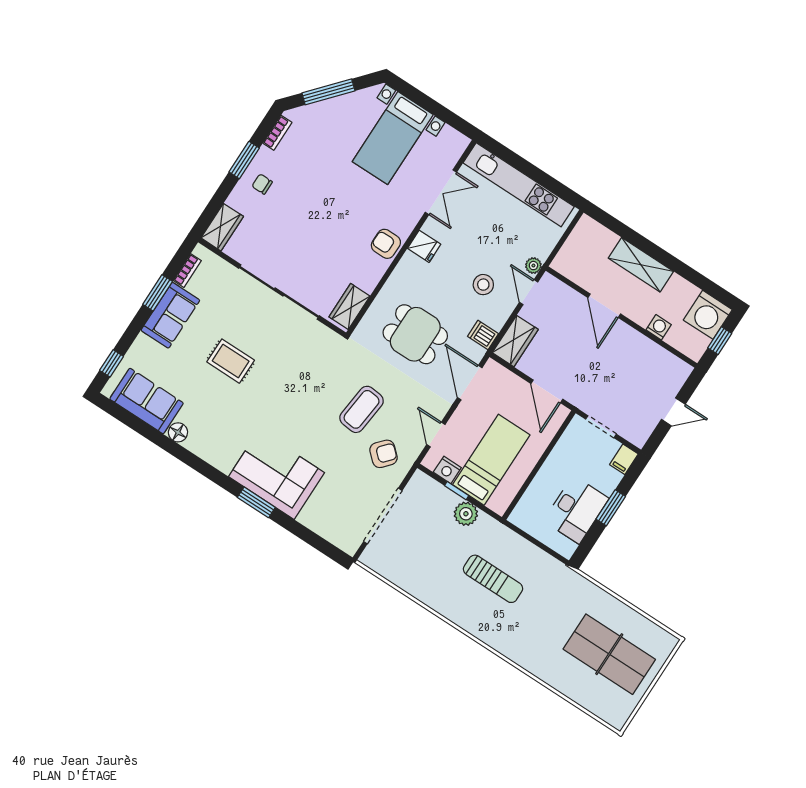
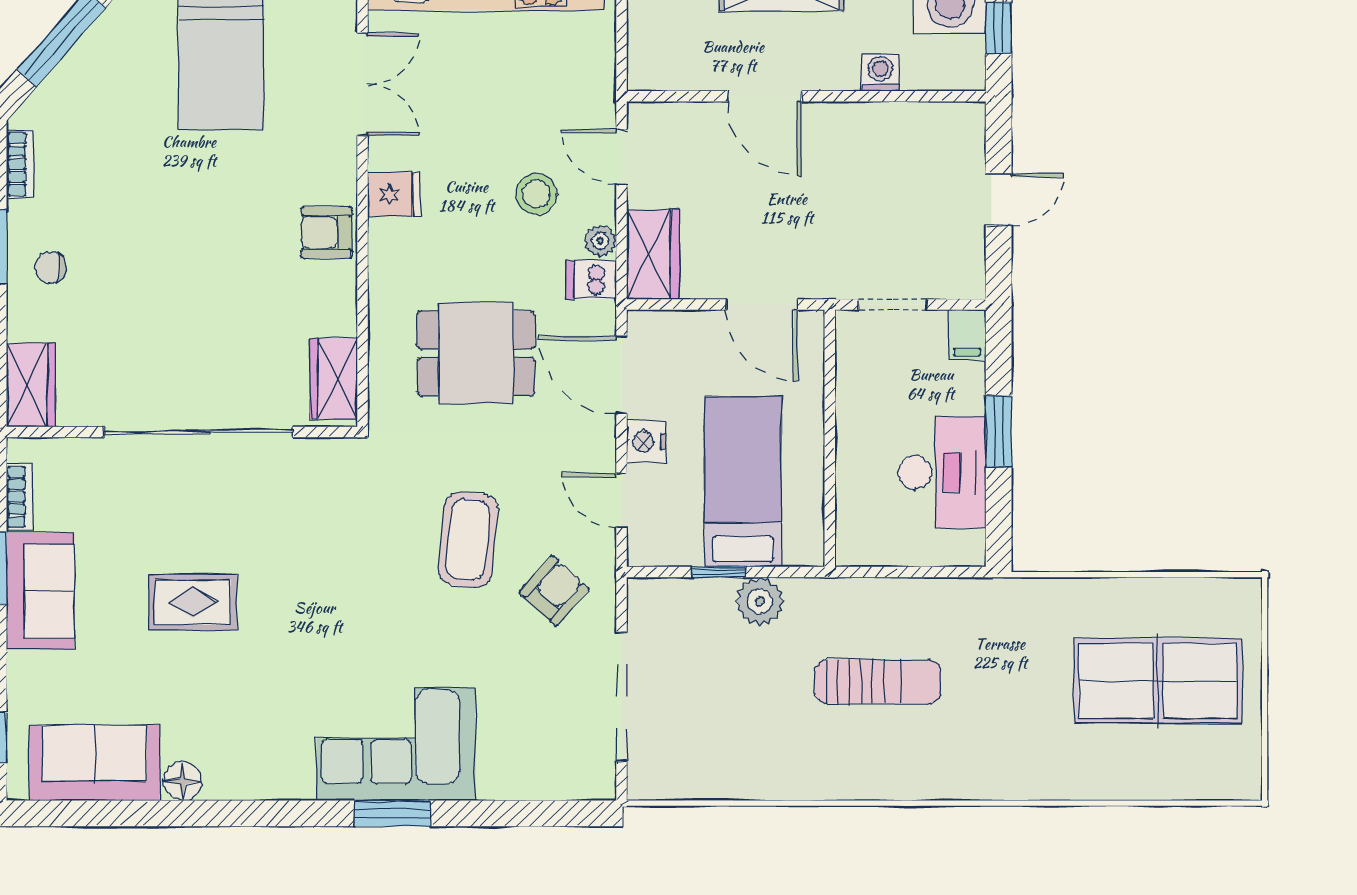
plant: (533, 266) -> (600, 241), moved
nightstand: (447, 470) -> (646, 442), moved, turned 90

